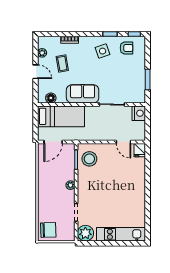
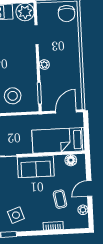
door: (36, 72) -> (89, 189), hinge flipped
stool: (89, 159) -> (13, 96), moved
chair: (48, 230) -> (67, 14), turned -88

